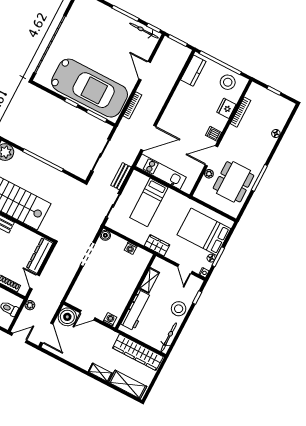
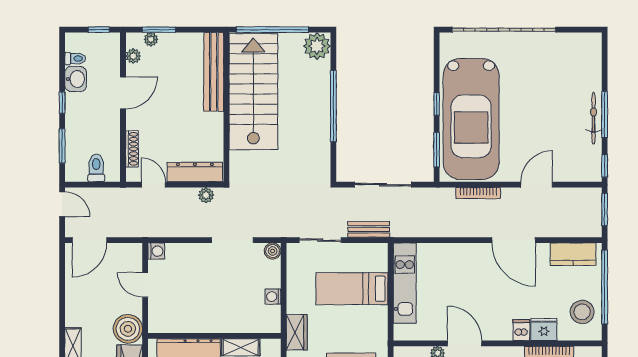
bicycle: (144, 31) -> (594, 118), moved
dishwasher: (213, 134) -> (521, 330), moved
door: (148, 138) -> (514, 240), moved
door: (35, 282) -> (153, 185), hinge flipped
plant: (30, 305) -> (206, 195), moved
boiler: (67, 317) -> (128, 329), moved
washing machine: (110, 319) -> (156, 251), moved

